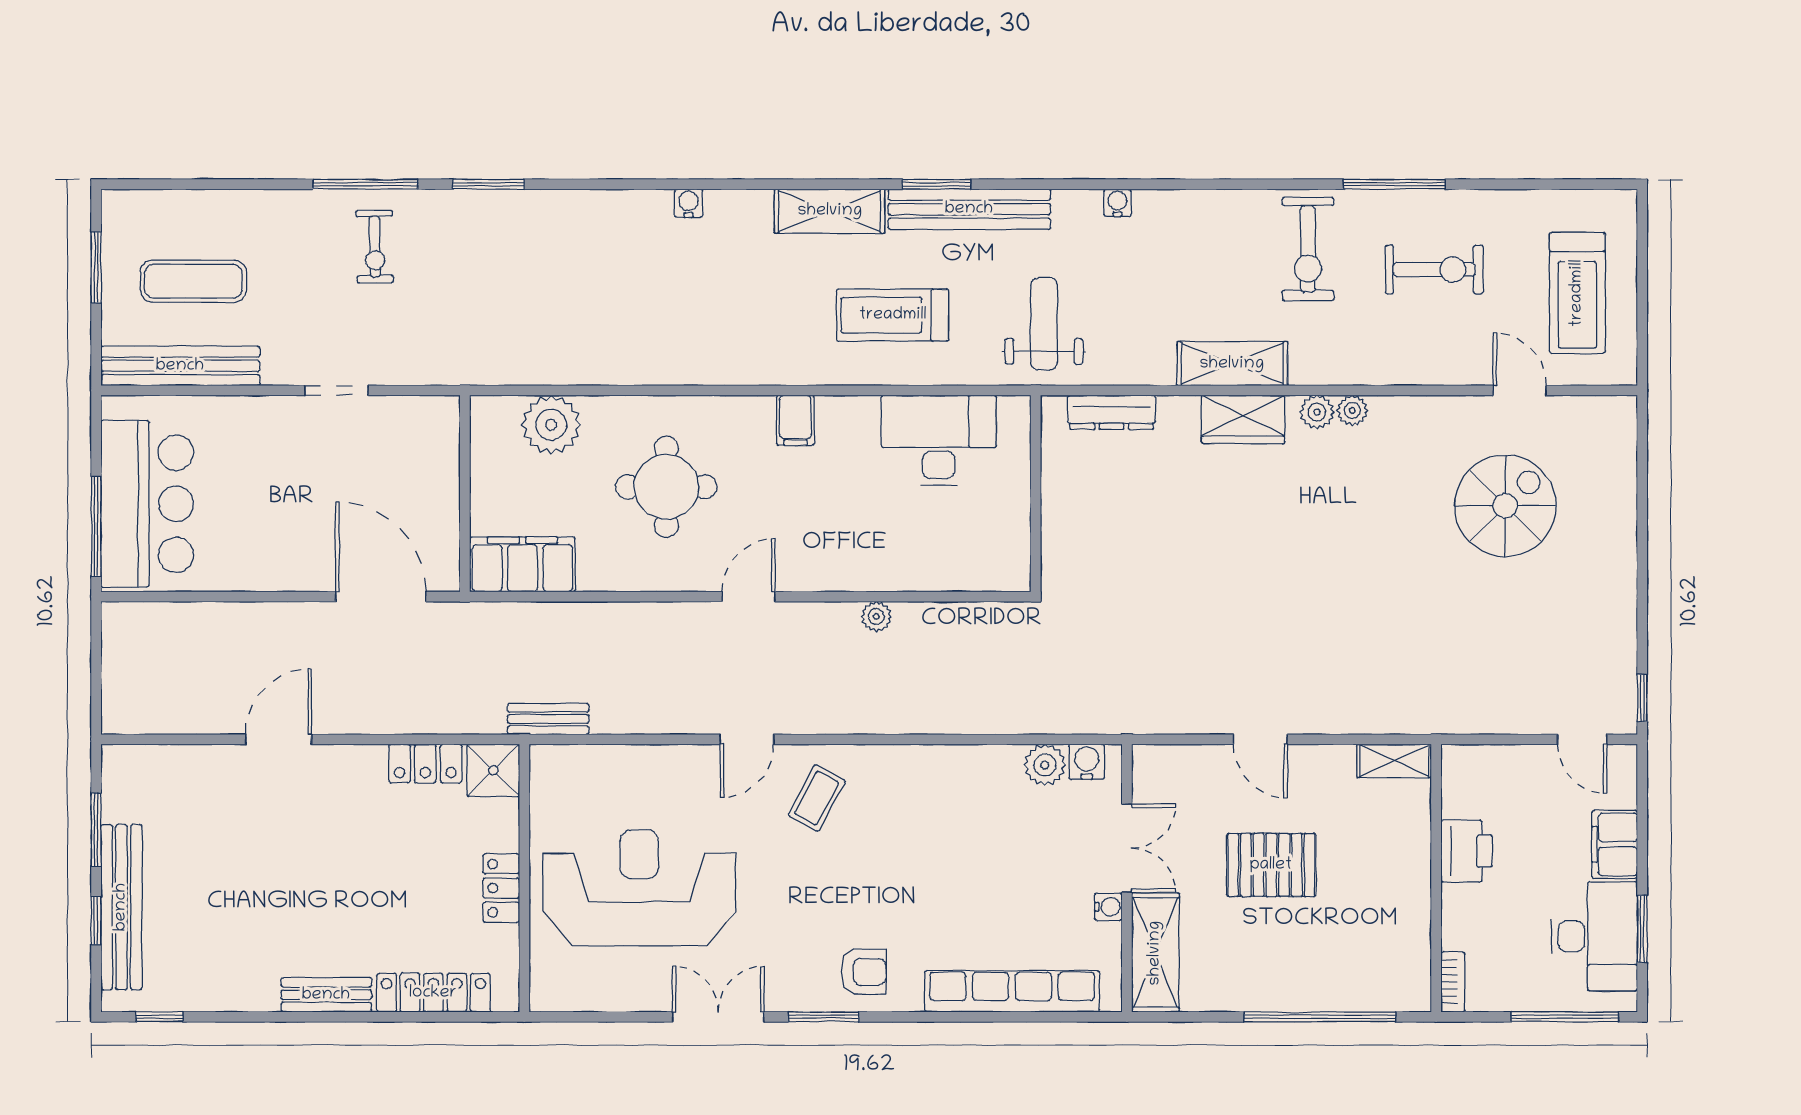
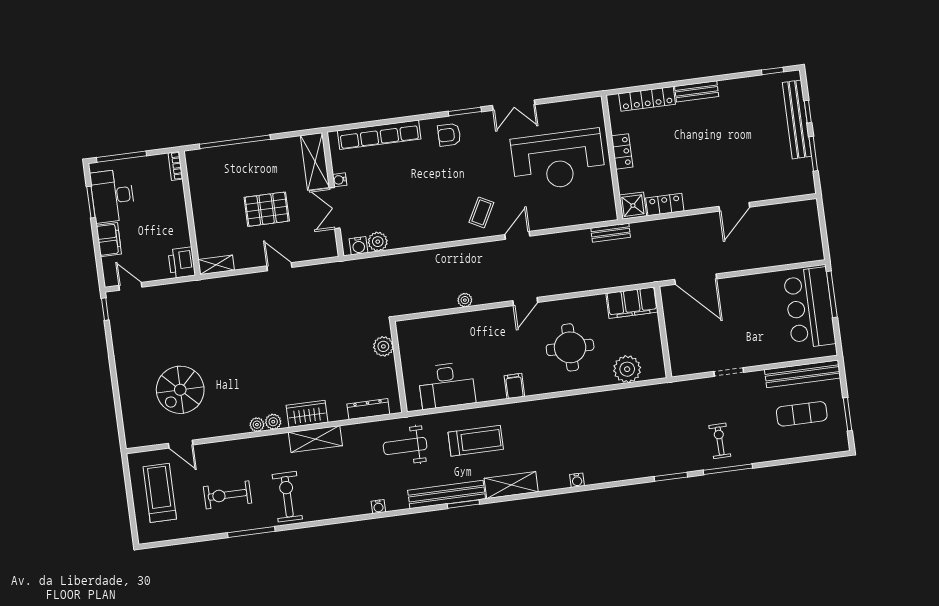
weight bench: (1044, 324) -> (405, 446), turned 90
plant: (1062, 541) -> (383, 346), added
printer: (1467, 851) -> (182, 263), moved

